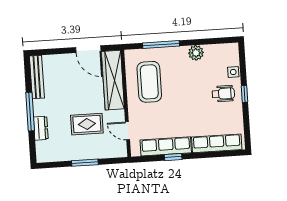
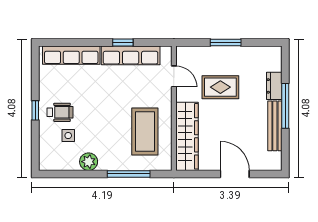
door: (88, 49) -> (235, 174), moved
side table: (233, 72) -> (68, 136), moved
bench: (37, 77) -> (275, 126), moved
wheelchair: (223, 94) -> (60, 112), turned 180

